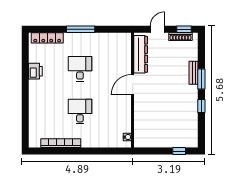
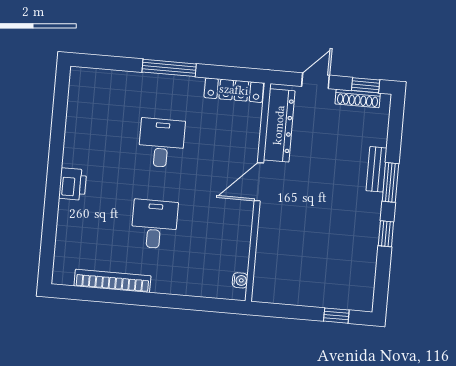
locker: (47, 38) -> (234, 90), moved
printer: (35, 71) -> (73, 184), moved

